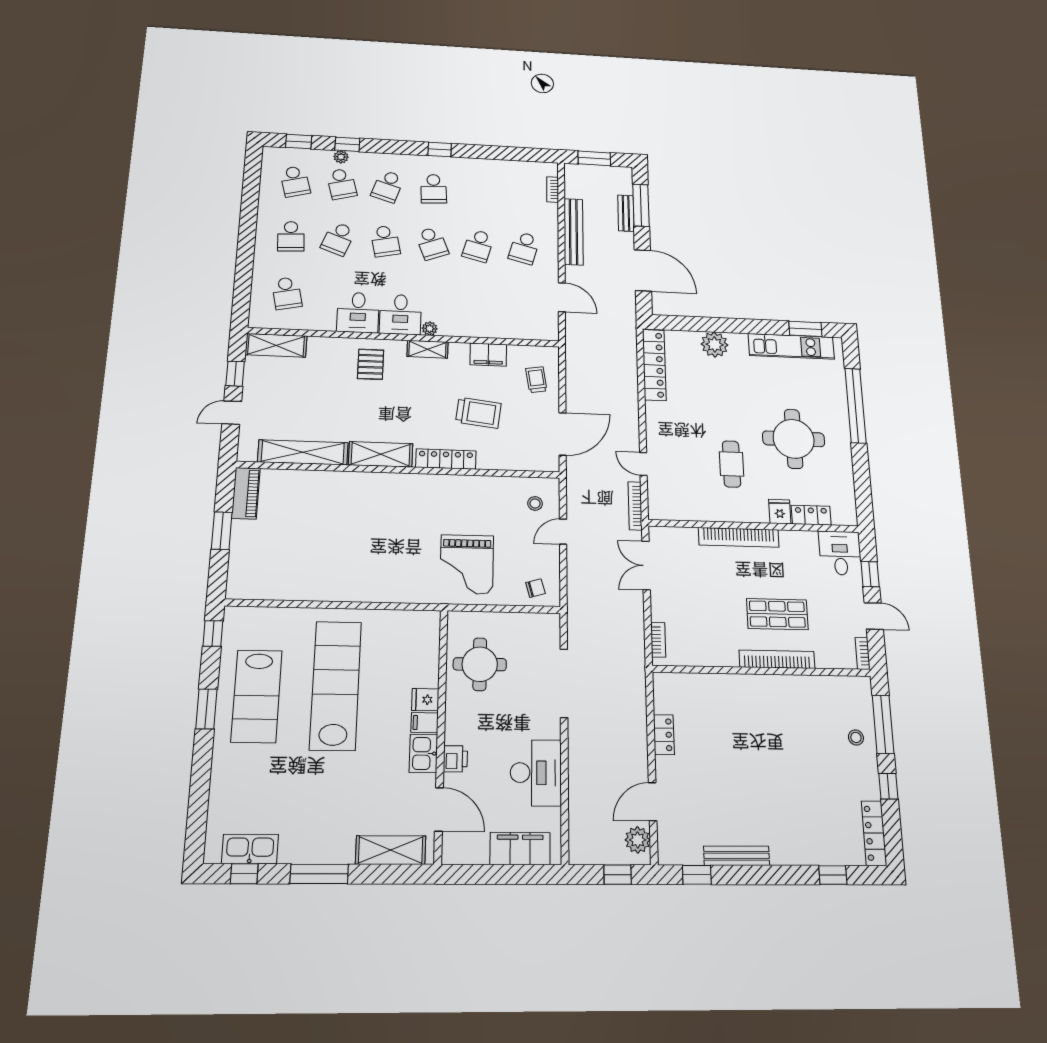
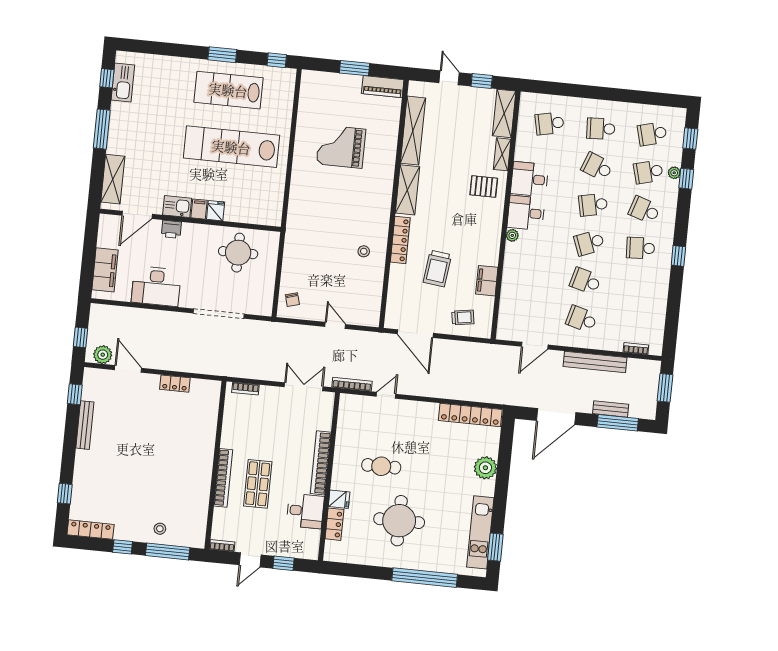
shelving: (427, 349) -> (502, 154), moved
stool: (535, 503) -> (364, 251), moved
desk: (840, 553) -> (305, 511), moved
grand piano: (467, 564) -> (341, 147), moved
lab bench: (336, 685) -> (231, 147), turned 180

